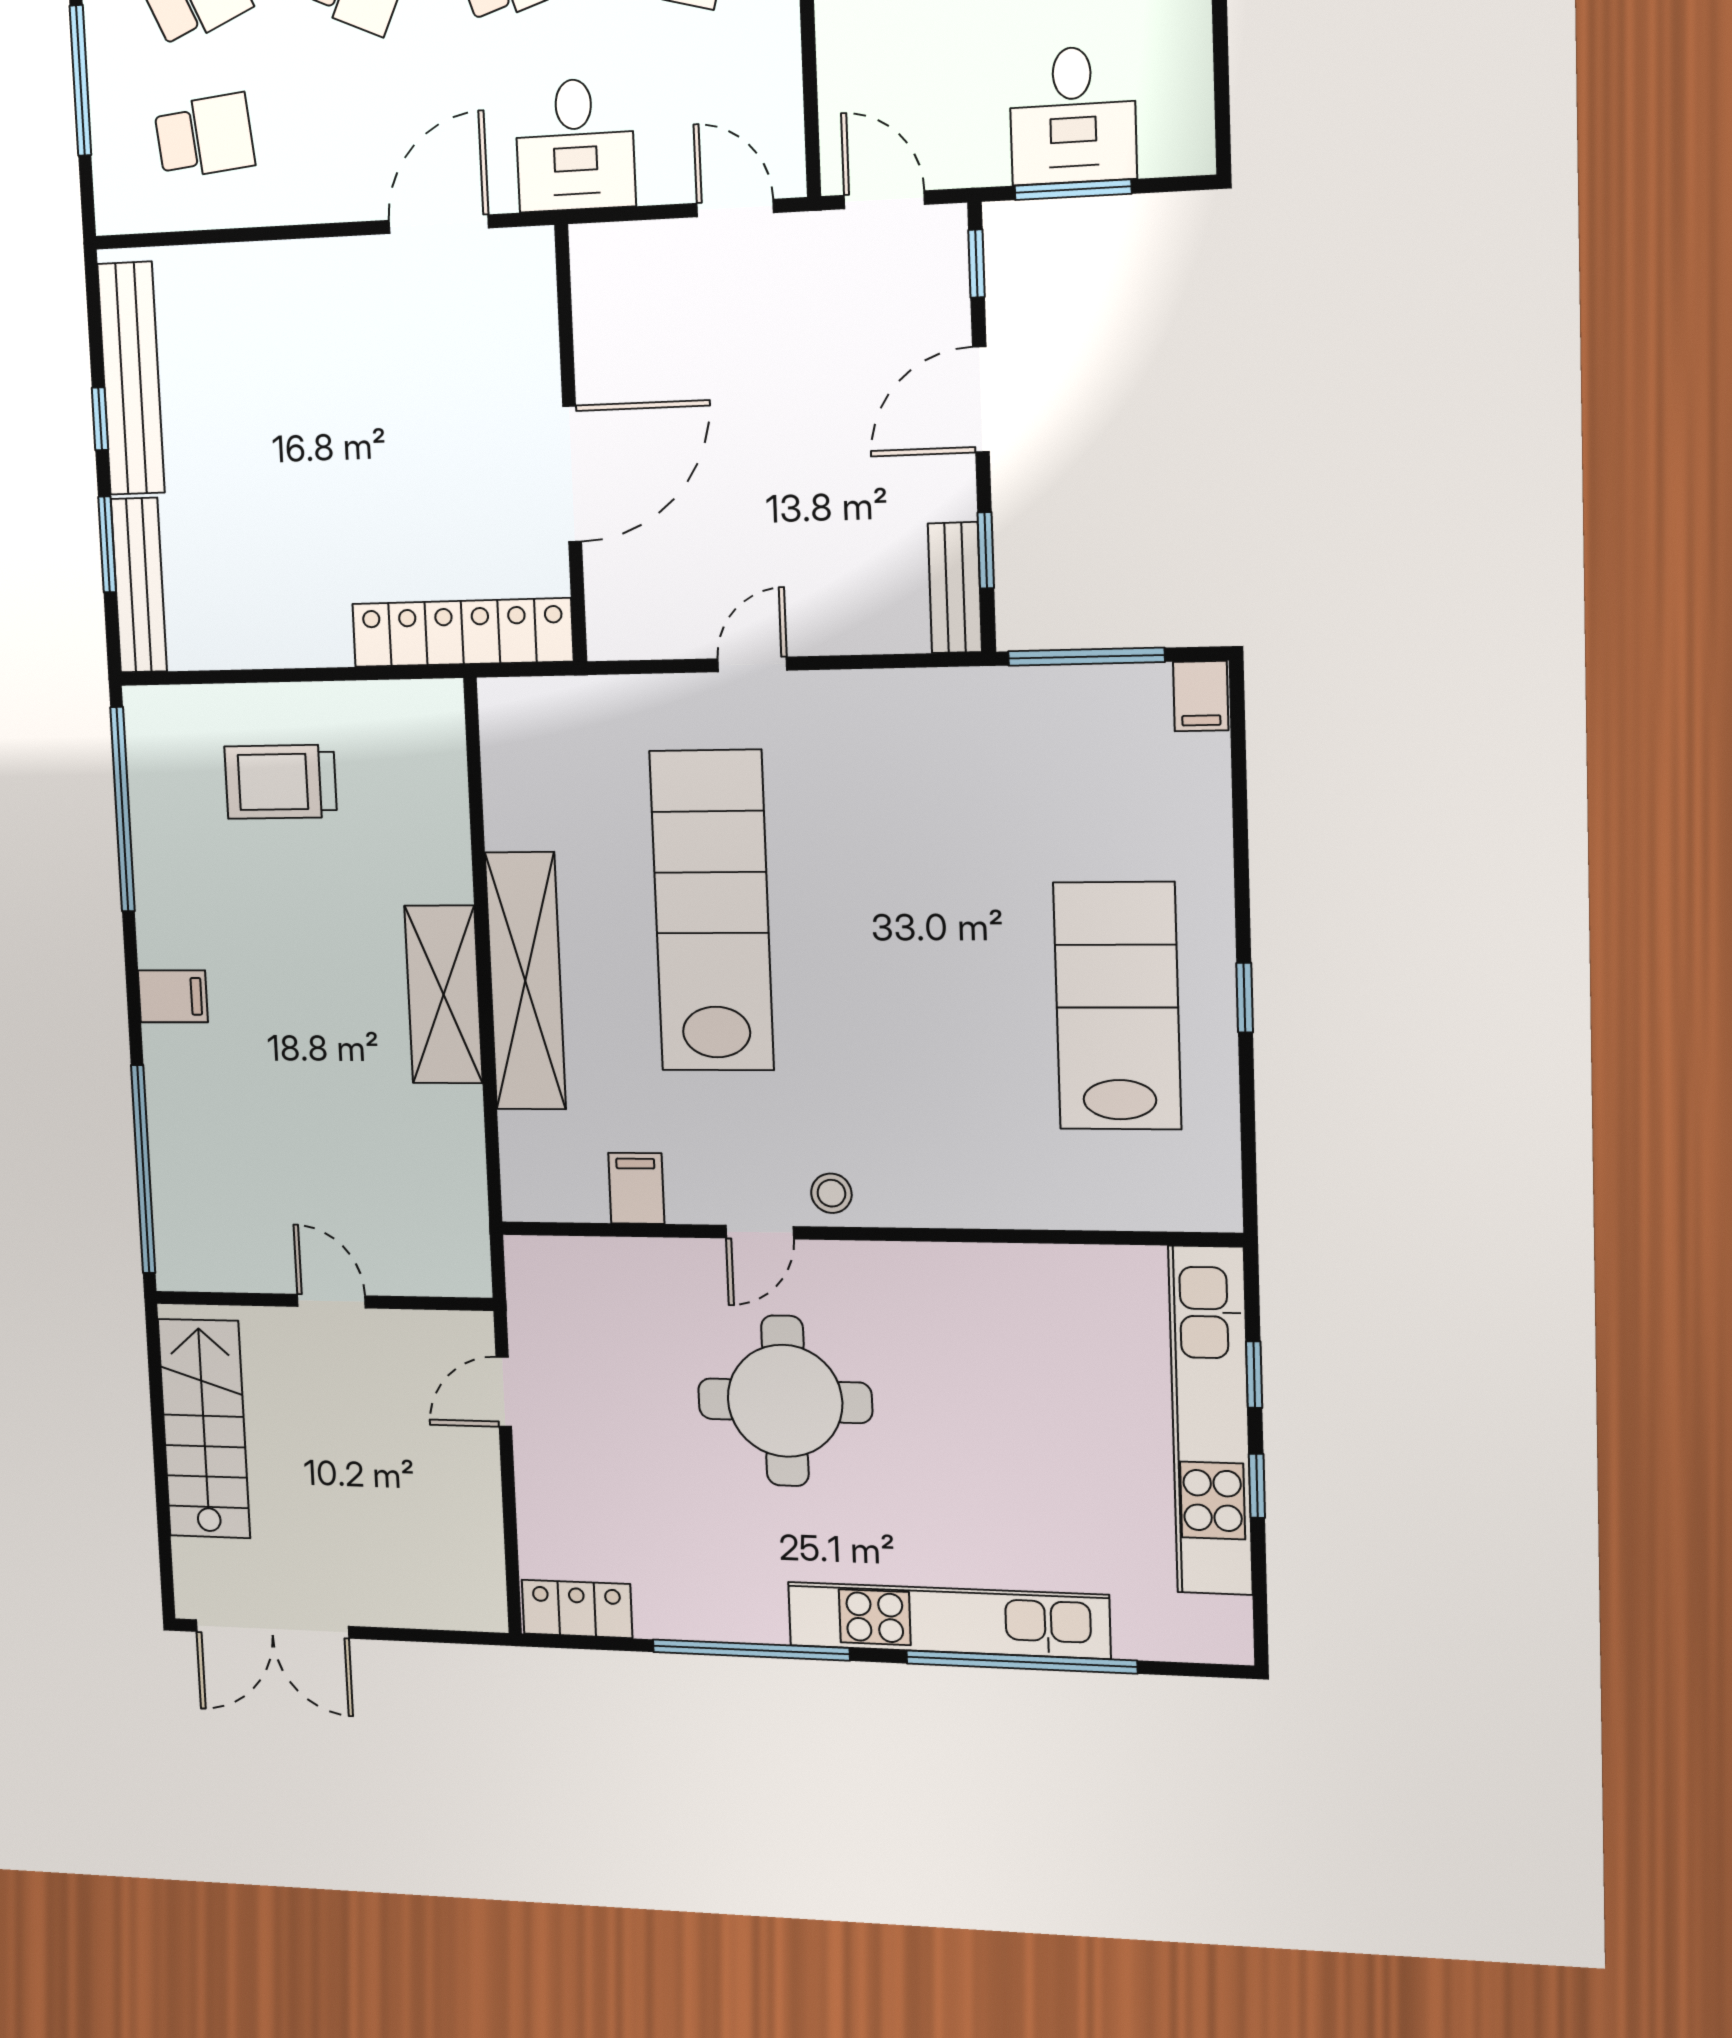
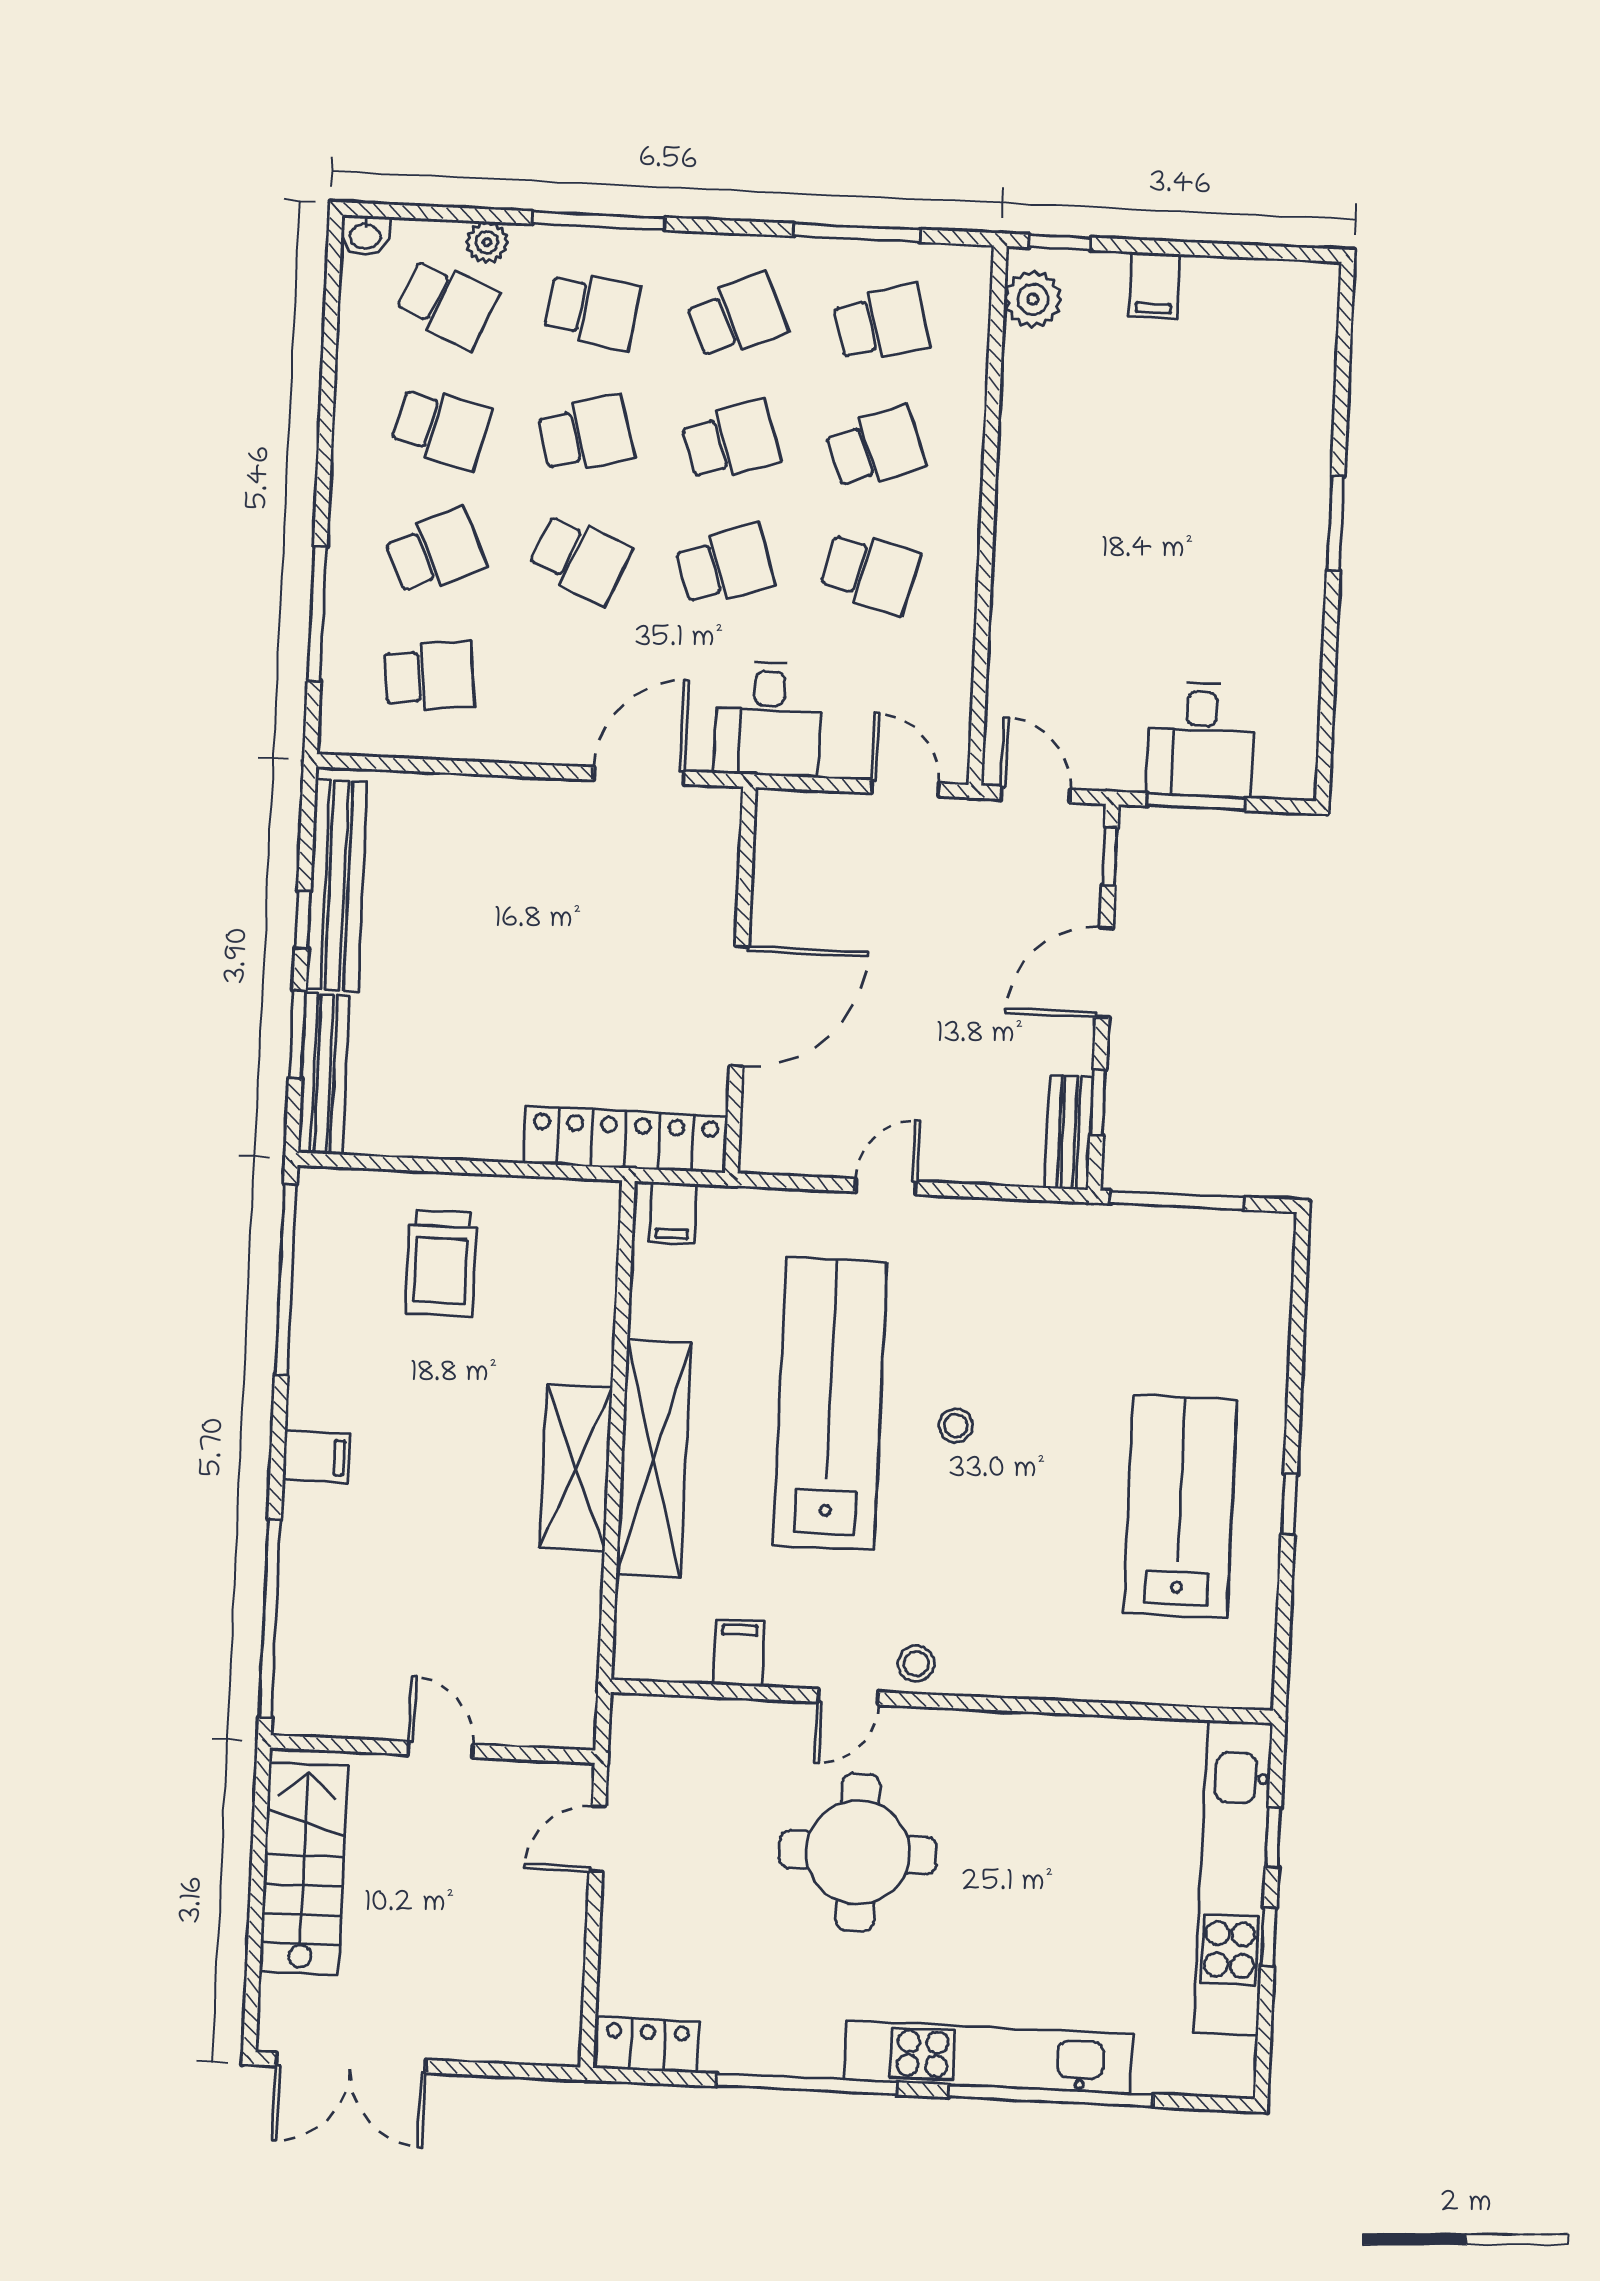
filing cabinet: (1201, 696) -> (673, 1213), moved
trolley: (280, 782) -> (441, 1263), turned -90
stool: (854, 928) -> (956, 1426), added

